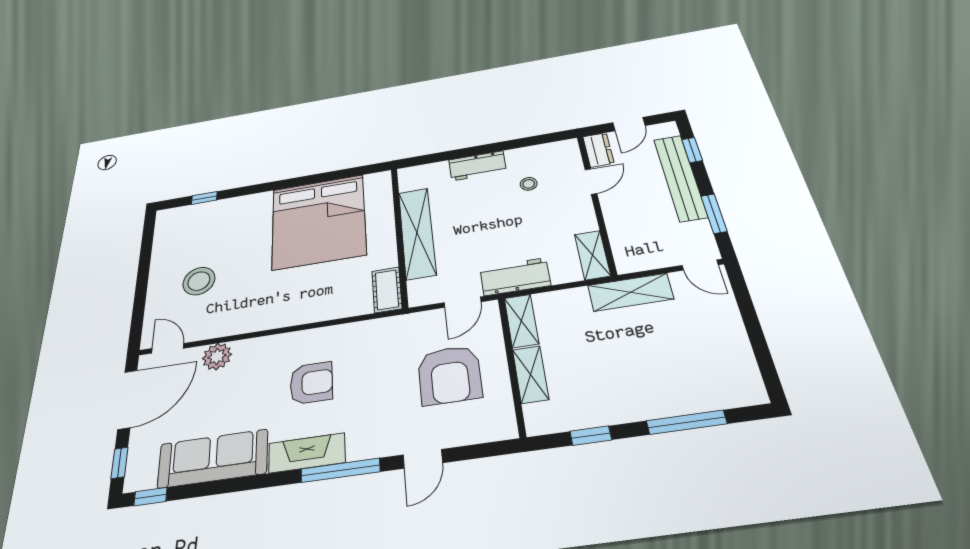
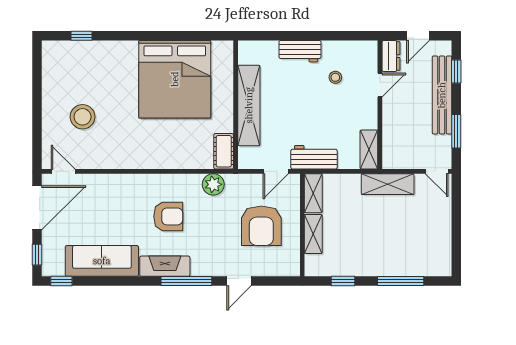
plant: (217, 356) -> (213, 184), moved

